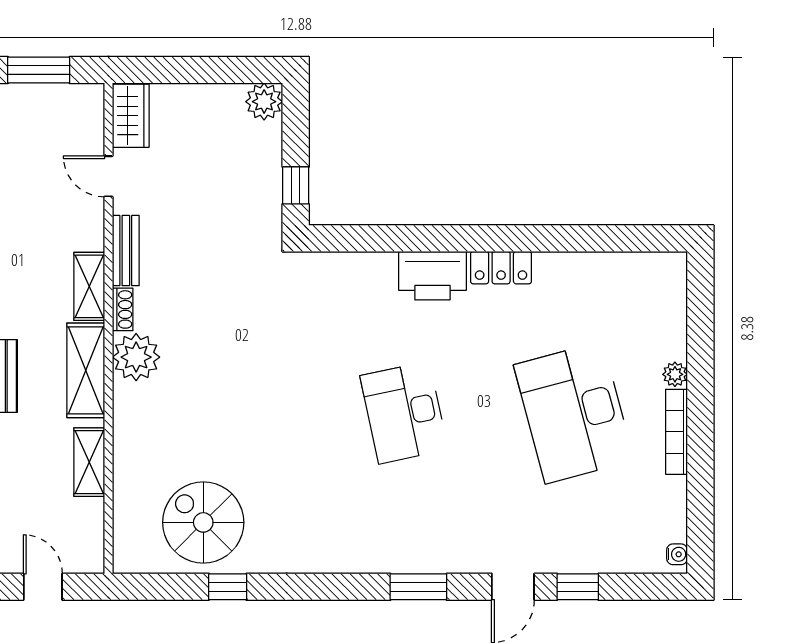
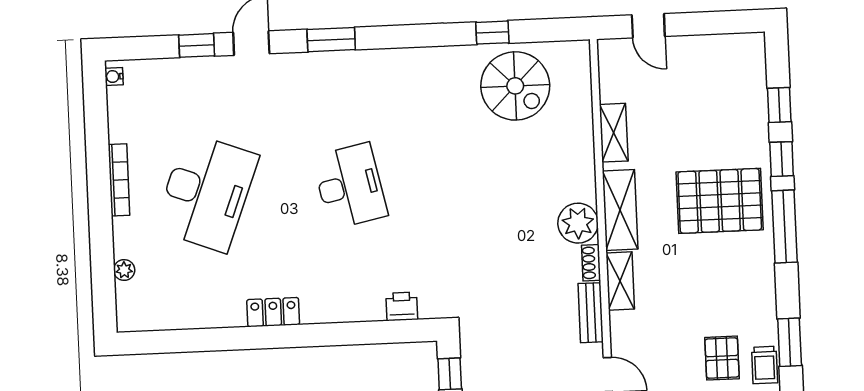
printer: (432, 276) -> (402, 306), moved, width x0.53, depth x0.68
plant: (675, 374) -> (124, 270), moved
desk: (574, 413) -> (206, 192), turned 36

